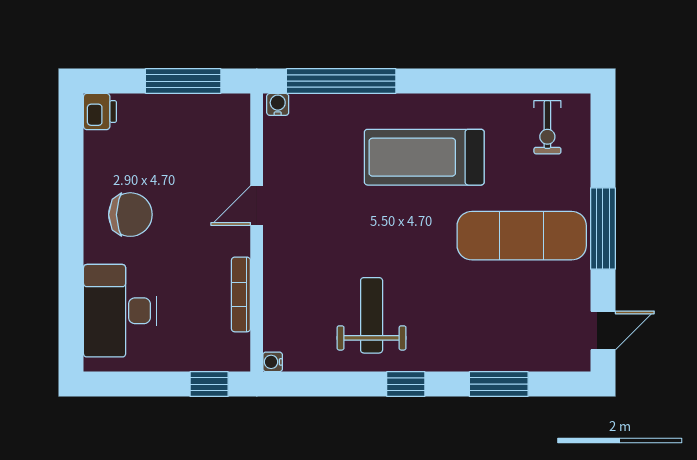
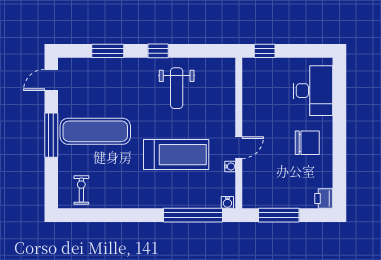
treadmill: (424, 157) -> (176, 155), moved
chair: (130, 215) -> (307, 143), turned 180
bookcase: (241, 294) -> (247, 99), removed
water cooler: (273, 362) -> (230, 166), moved

